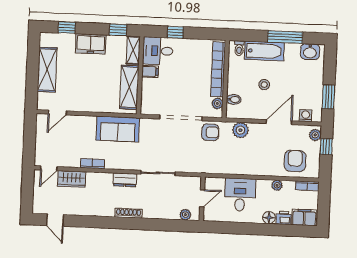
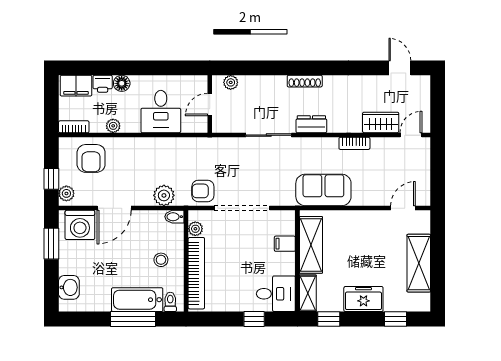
window: (285, 37) -> (133, 319), moved
washbasin: (310, 52) -> (69, 287), moved, turned 90
filing cabinet: (150, 71) -> (285, 244), moved
stool: (264, 85) -> (161, 260), moved
bidet: (234, 99) -> (174, 217), moved
washing machine: (306, 116) -> (80, 225), width x1.89, depth x1.89

